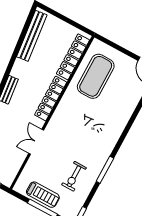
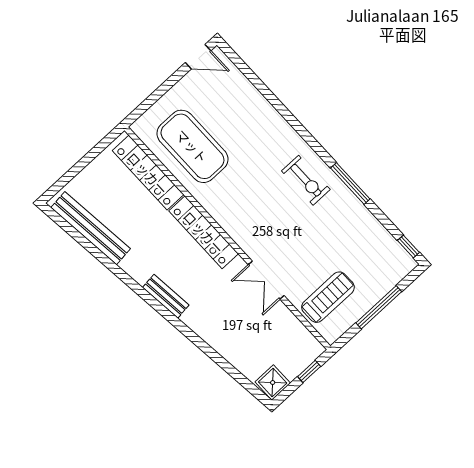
exercise bike: (74, 176) -> (306, 180), moved
treadmill: (43, 195) -> (328, 297), moved

